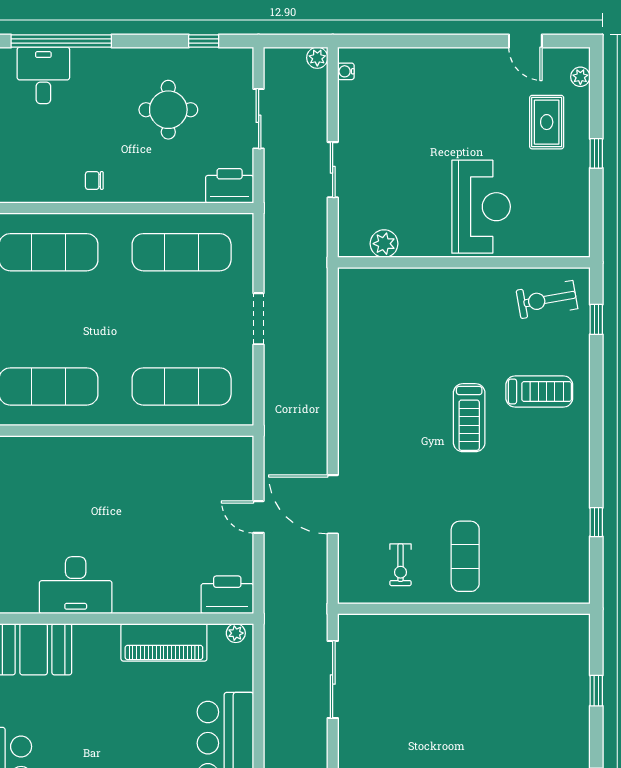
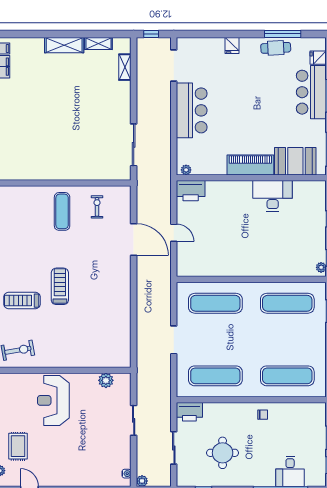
piano: (164, 642) -> (250, 165), moved

